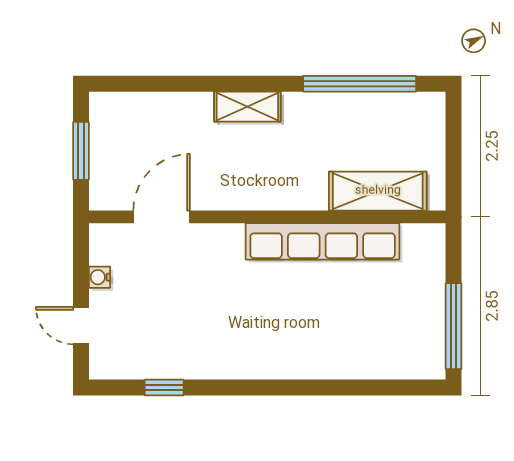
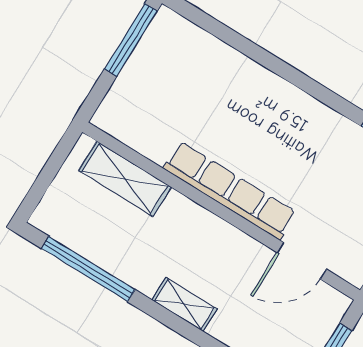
row of seats: (323, 241) -> (230, 191), moved

